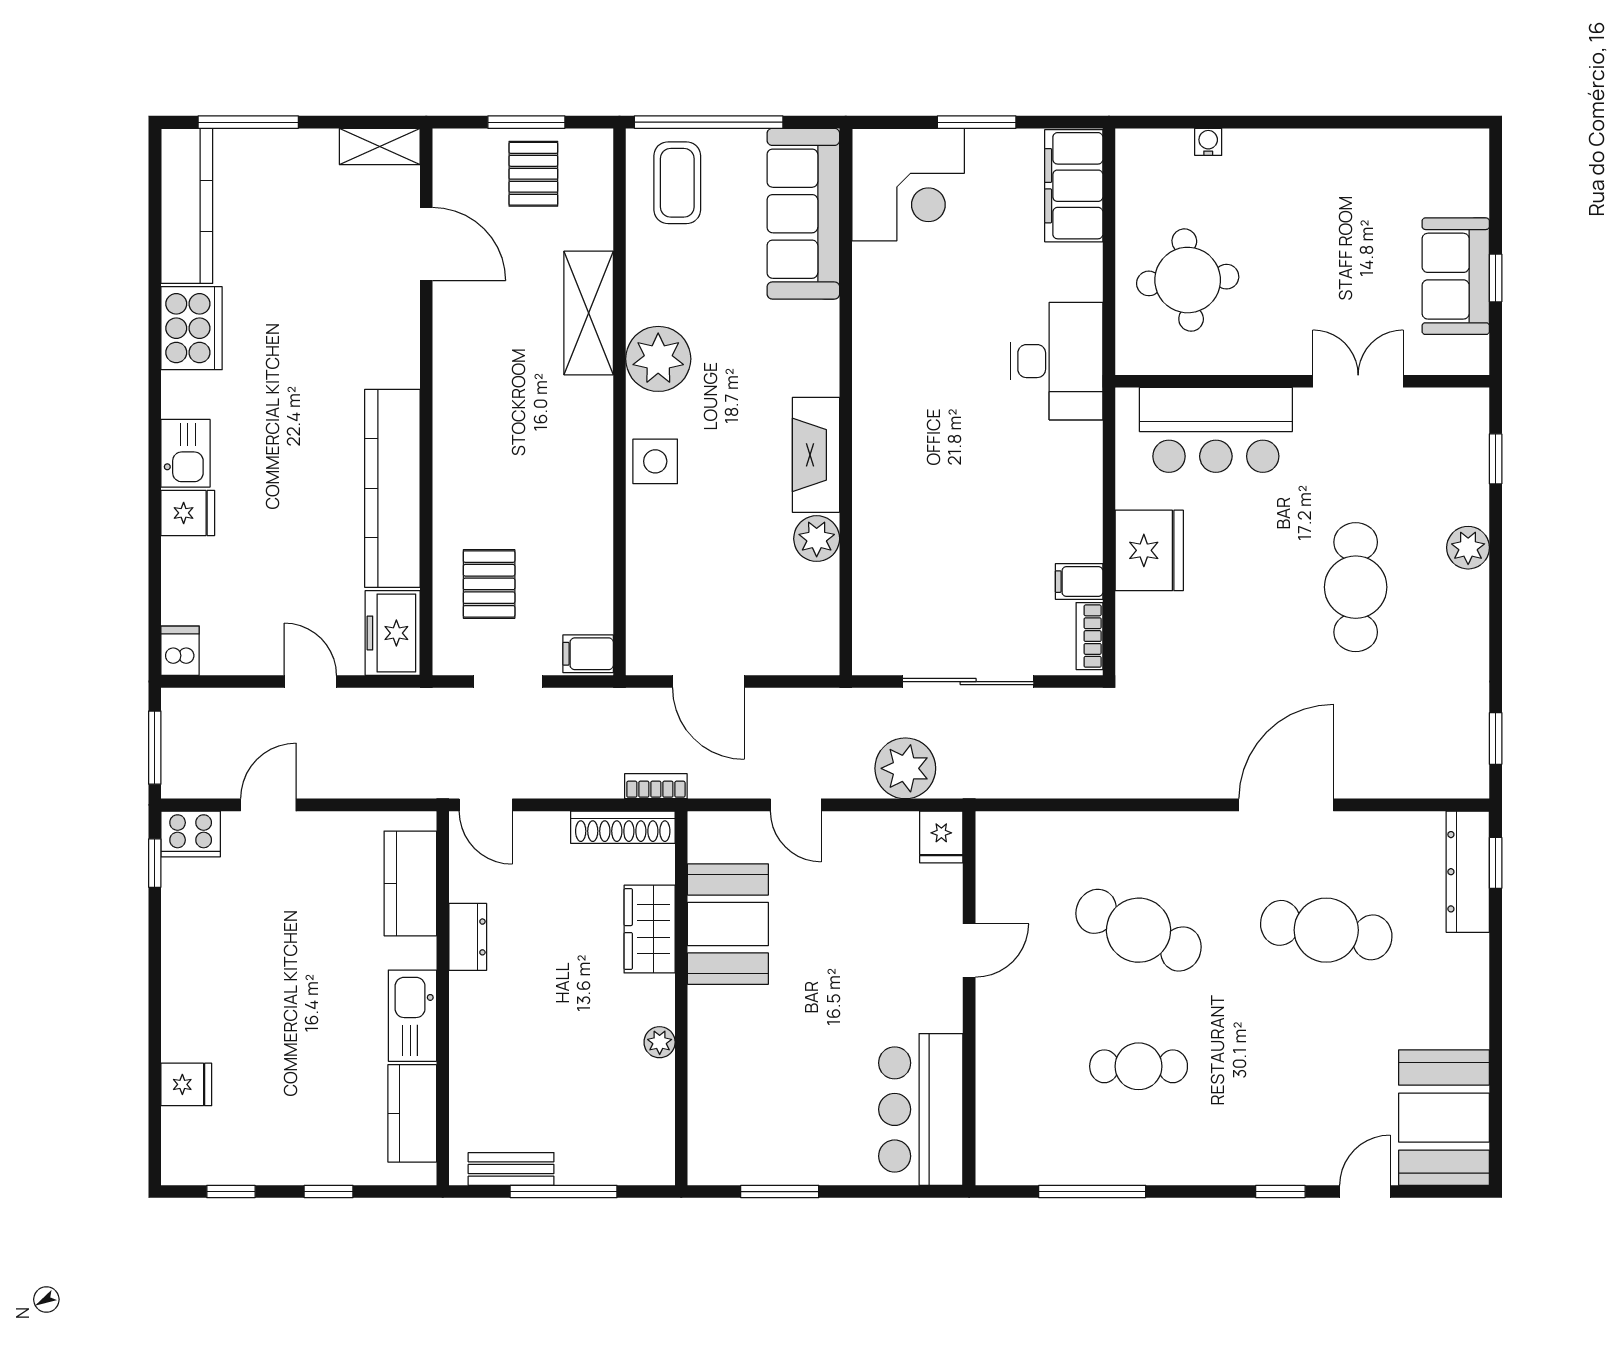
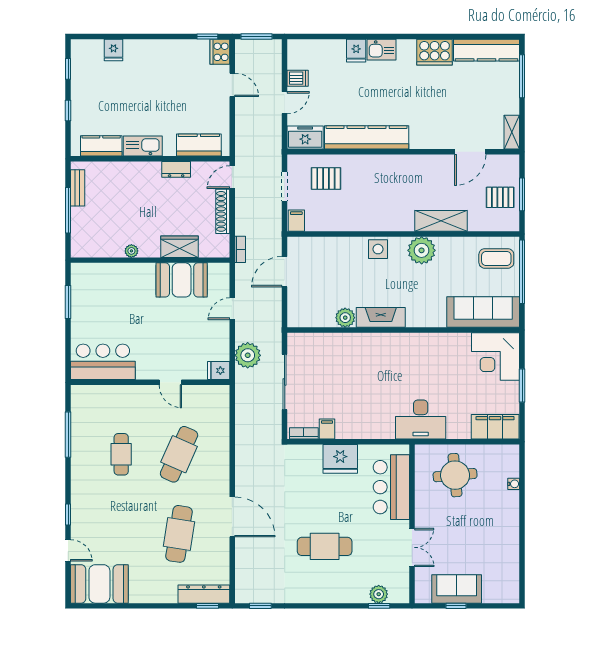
plant: (1468, 548) -> (379, 594), moved
dishwasher: (180, 651) -> (298, 78), moved
shoe rack: (623, 827) -> (223, 211), moved

